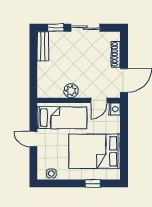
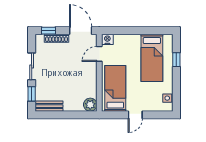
window: (124, 46) -> (49, 31), added
plant: (71, 91) -> (90, 105), moved
door: (99, 100) -> (99, 54), swing flipped
bed: (95, 151) -> (152, 58), width x0.67

